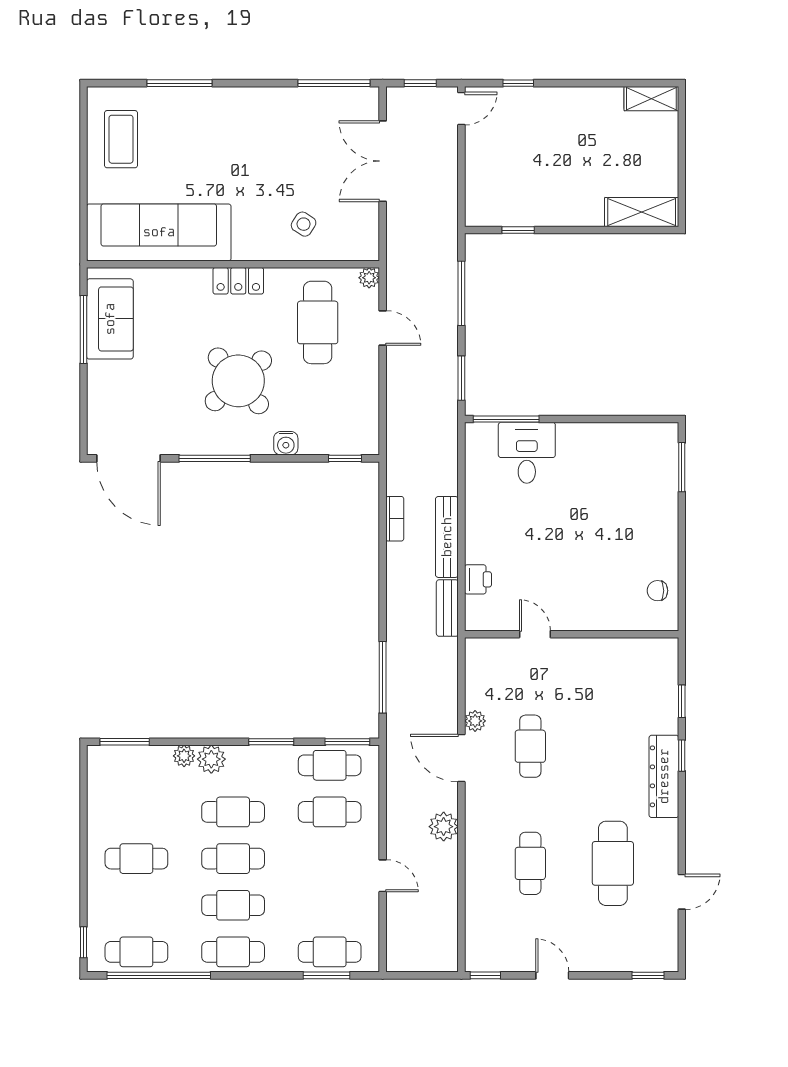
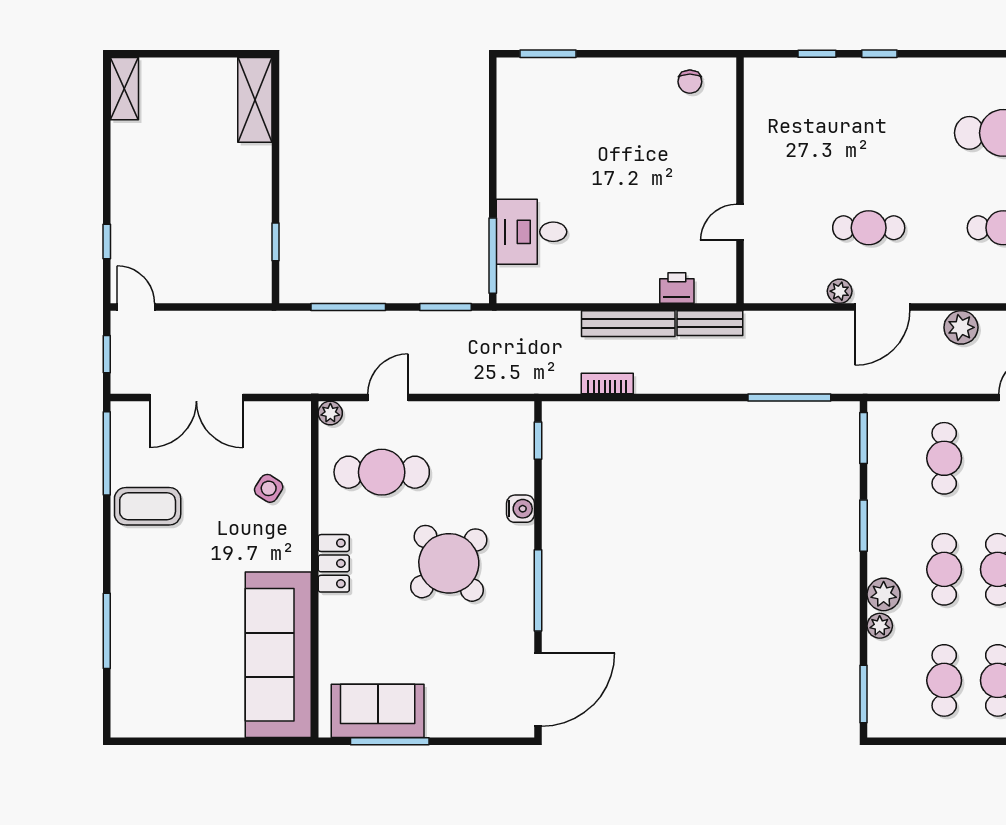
coffee table: (121, 139) -> (148, 506), moved
cafe table: (330, 765) -> (944, 680), moved
dresser: (664, 776) -> (903, 74), removed

